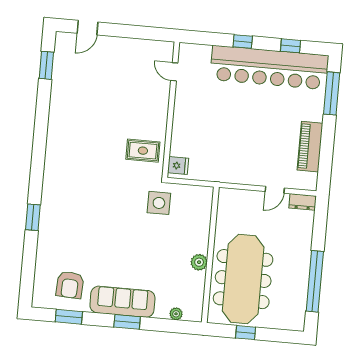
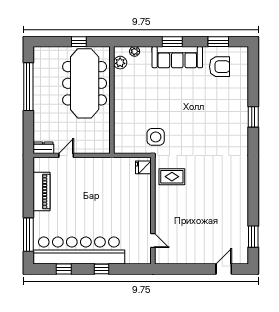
plant: (199, 262) -> (120, 63), moved
armchair: (70, 285) -> (220, 67), turned 87

